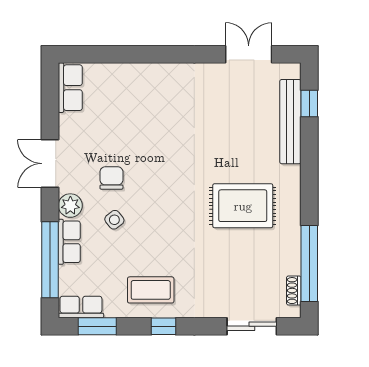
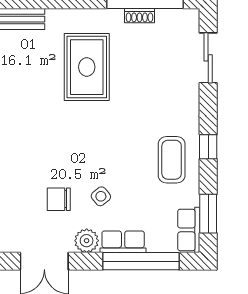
shoe rack: (294, 291) -> (139, 16), moved

